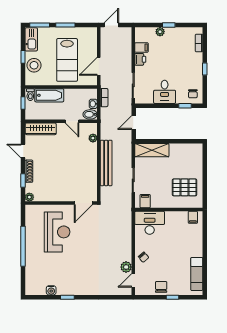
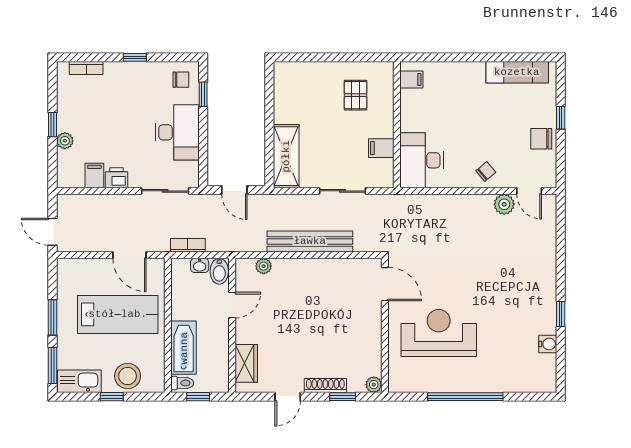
desk: (165, 92) -> (177, 132), width x1.37
wardrobe: (41, 129) -> (246, 363), width x0.67
pallet: (185, 187) -> (356, 95), width x0.67, depth x0.71
filing cabinet: (145, 201) -> (381, 148), moved

